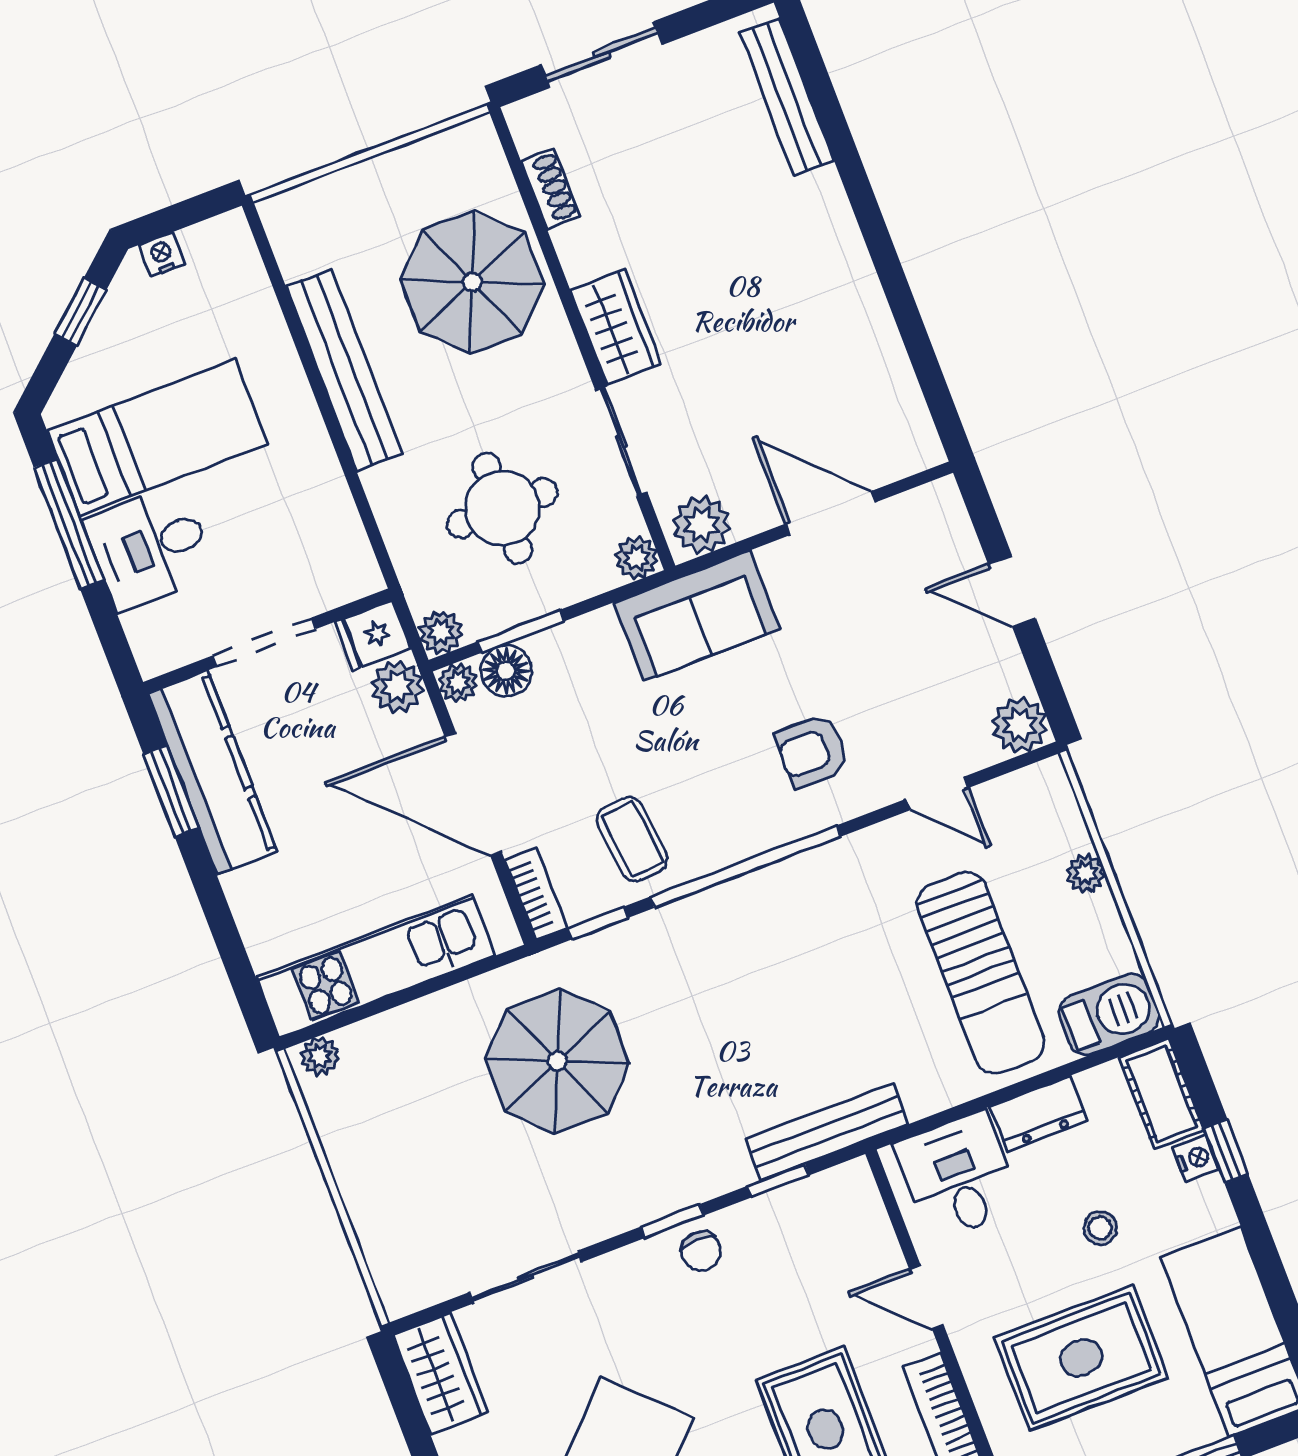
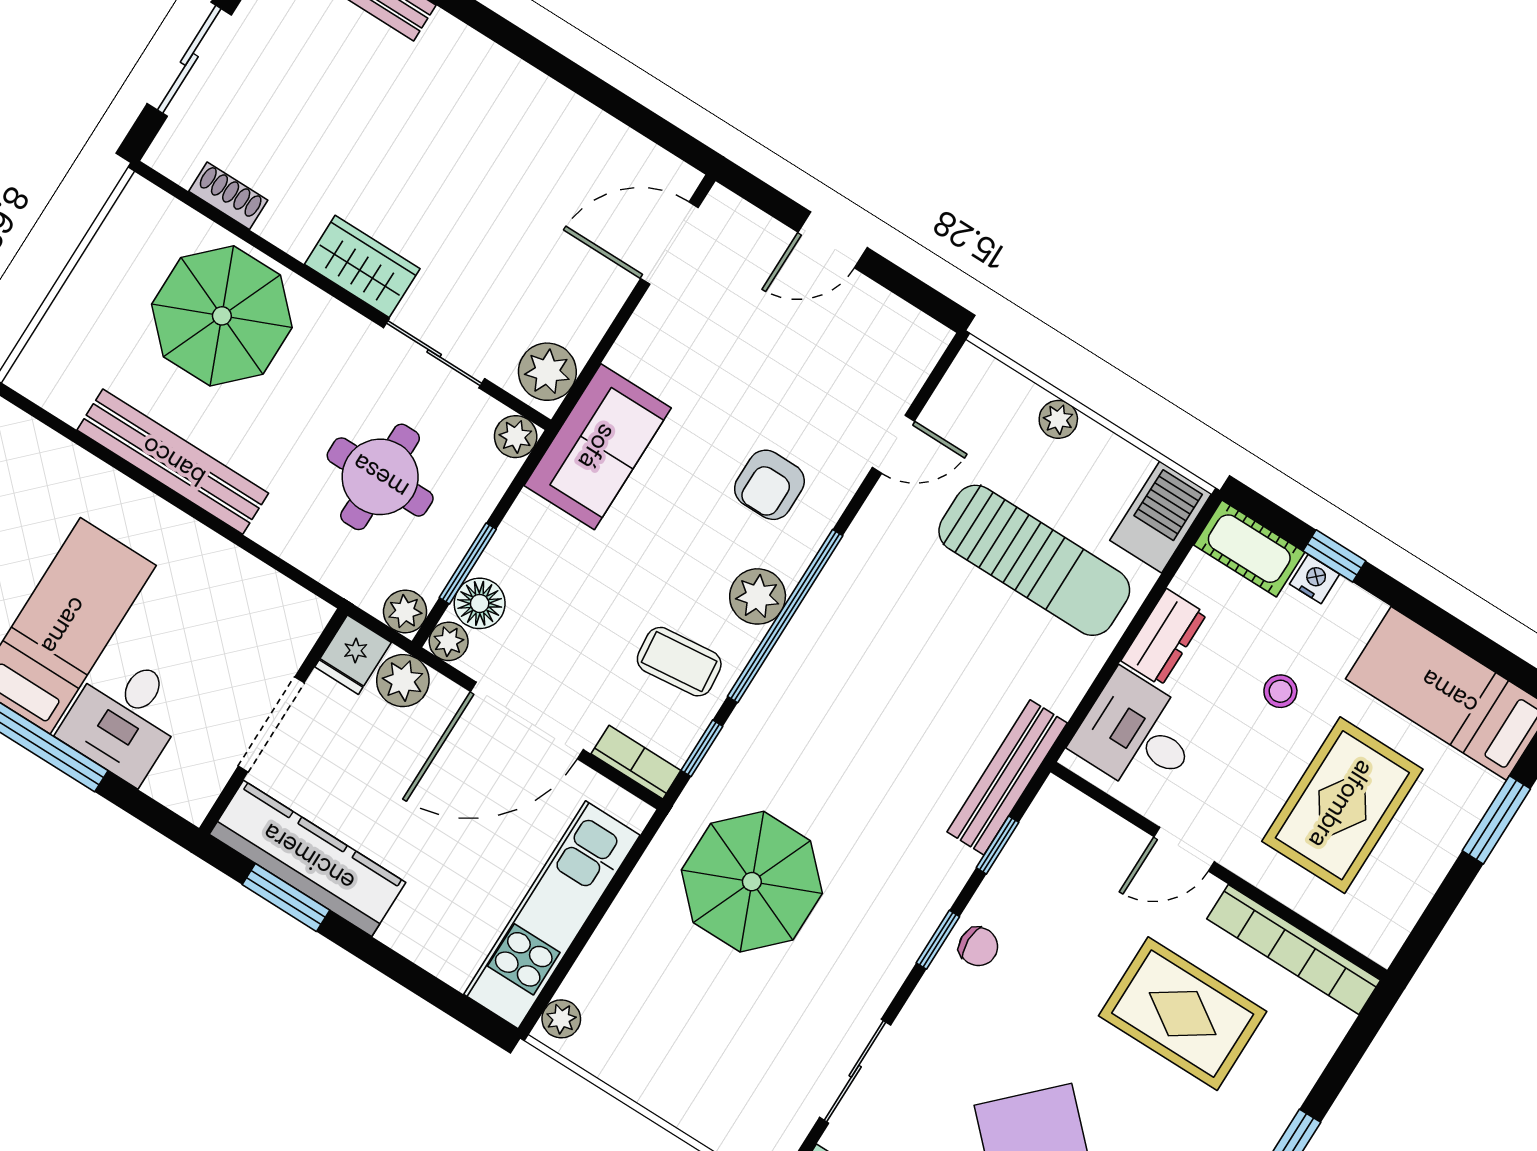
door: (830, 513) -> (669, 243), moved
plant: (1020, 725) -> (758, 596), moved

